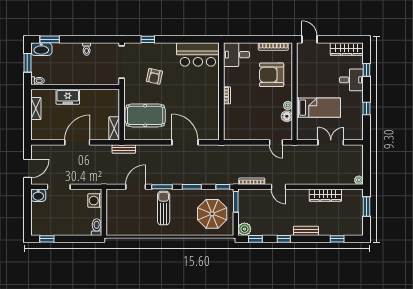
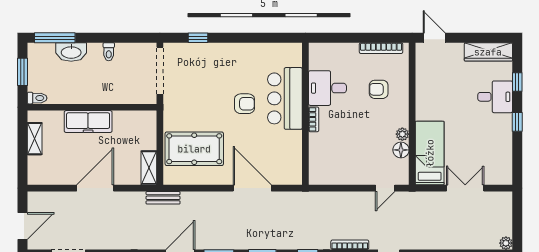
window: (50, 39) -> (55, 38), width x1.44
washbasin: (41, 49) -> (71, 52), moved
bar counter: (198, 54) -> (285, 98), moved, turned 90
desk: (236, 55) -> (327, 88), moved
armchair: (272, 75) -> (379, 89), width x0.53, depth x0.53
armchair: (154, 76) -> (245, 104), moved, turned -102
freezer: (68, 97) -> (88, 122), width x1.40
bed: (319, 108) -> (430, 153), moved, turned -90
window: (367, 109) -> (517, 122), moved
door: (276, 142) -> (385, 188), hinge flipped

